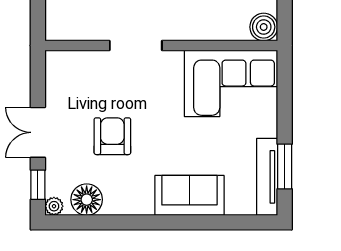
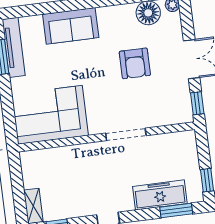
boiler: (264, 27) -> (31, 161), removed
window: (38, 185) -> (197, 103), moved

